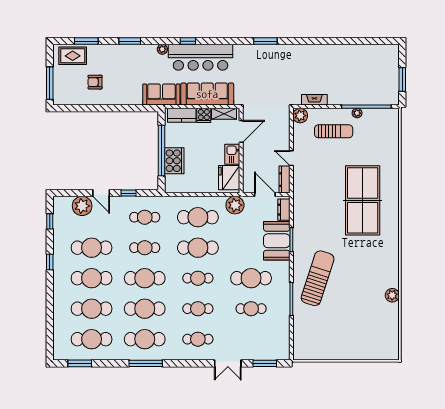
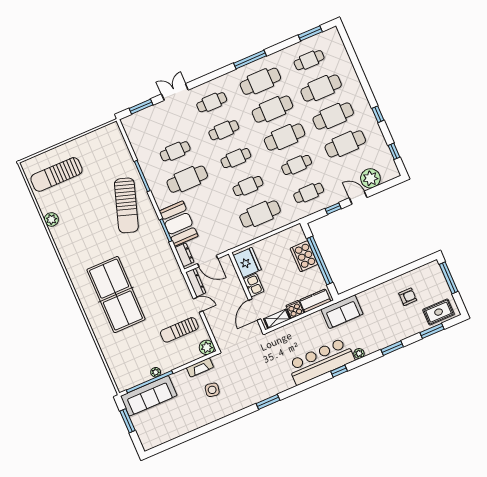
side table: (312, 74) -> (212, 390), added
sofa: (207, 94) -> (149, 396), moved
sun lounger: (334, 131) -> (179, 330), moved
plant: (235, 205) -> (231, 240), removed
cafe table: (198, 248) -> (248, 186), width x0.73, depth x0.74
sun lounger: (370, 335) -> (56, 174), added
cafe table: (92, 339) -> (309, 60), width x0.73, depth x0.74

